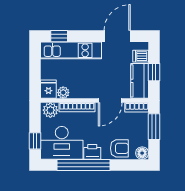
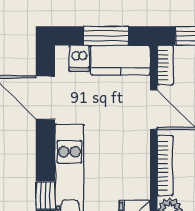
window: (154, 72) -> (106, 36), width x1.50
plant: (63, 93) -> (140, 188), removed

